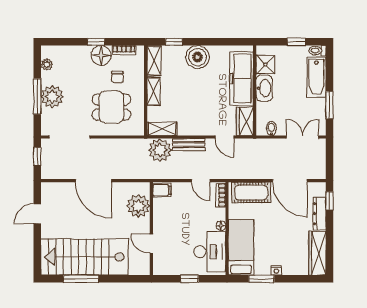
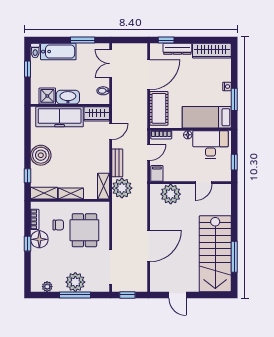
filing cabinet: (162, 190) -> (157, 173), moved
plant: (138, 206) -> (171, 194), moved
wall: (151, 229) -> (190, 183), moved
door: (151, 244) -> (204, 183), moved

